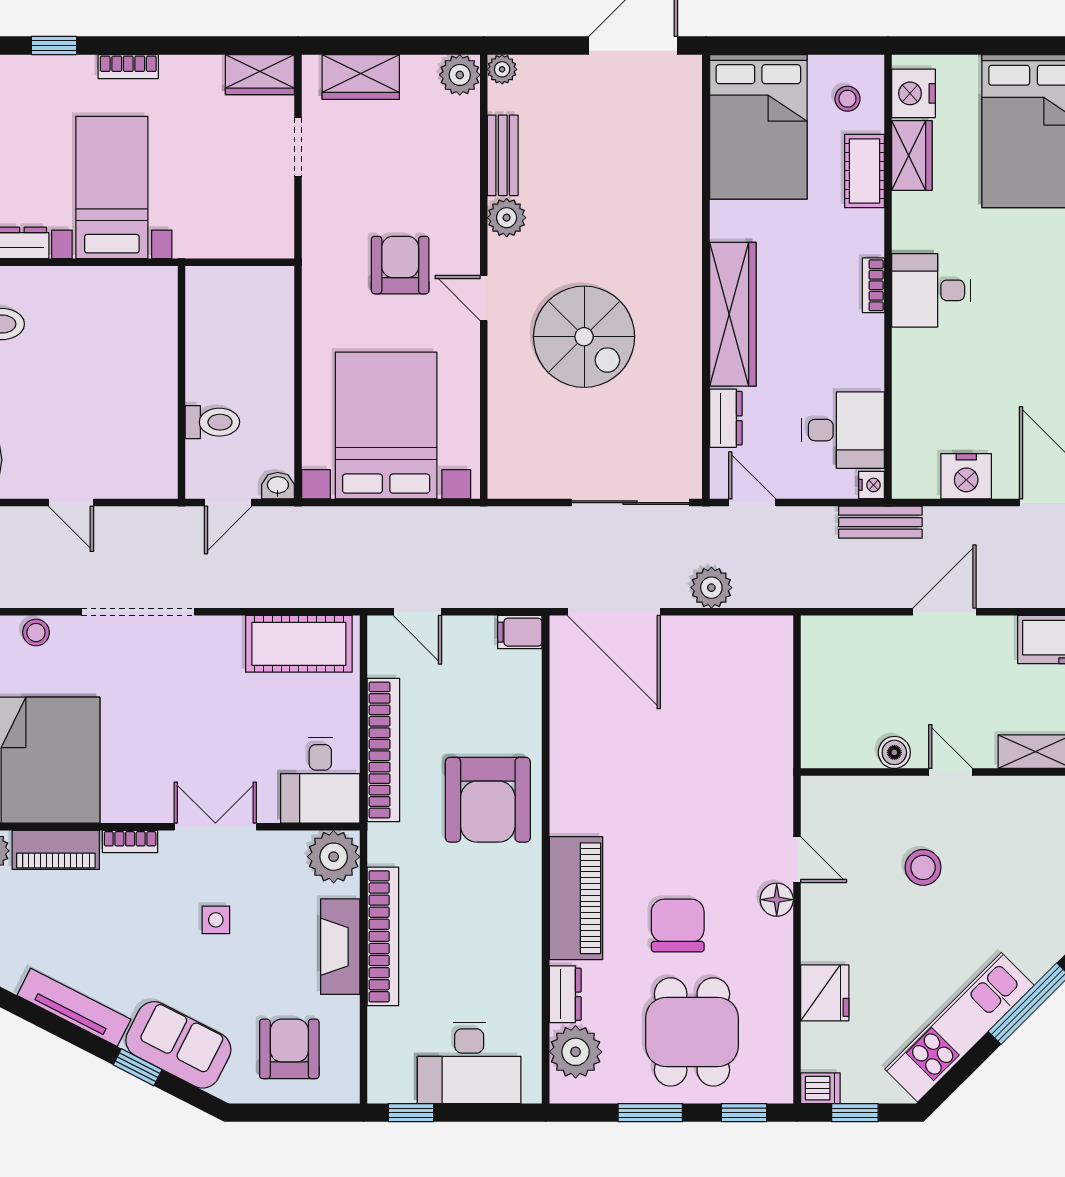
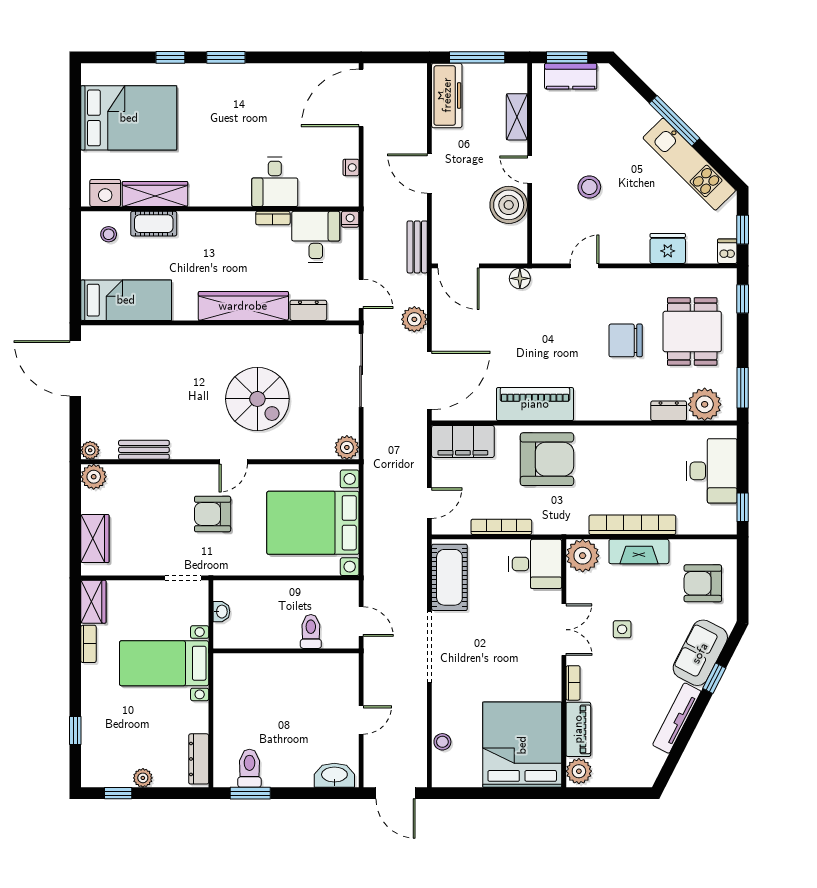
bookcase: (128, 67) -> (88, 644), moved
bed: (758, 127) -> (126, 300), width x0.67
doorway: (298, 147) -> (183, 578), moved
wardrobe: (912, 155) -> (155, 194), width x1.50
bed with nightstands: (112, 187) -> (164, 663), moved
plant: (507, 218) -> (347, 447), moved
bookcase: (873, 285) -> (273, 218), moved
desk: (931, 290) -> (275, 182), moved
spiral stairs: (584, 337) -> (257, 399), turned 90
nightstand: (966, 476) -> (351, 167), width x0.53, depth x0.56
washbasin: (278, 486) -> (221, 612), moved, turned 180
door: (752, 503) -> (361, 294), swing flipped
bench: (880, 522) -> (417, 247), moved
doorway: (138, 612) -> (429, 647), moved
filing cabinet: (520, 632) -> (463, 441), width x3.00, depth x1.17
door: (797, 658) -> (458, 266), added
bookcase: (383, 750) -> (501, 527), width x0.68, depth x0.76
boiler: (894, 752) -> (509, 205), width x1.86, depth x1.86
door: (951, 772) -> (530, 170), hinge flipped
double door: (215, 827) -> (564, 630), swing flipped
piano: (576, 898) -> (535, 404), moved
floor lamp: (777, 900) -> (520, 278), moved
dining table: (692, 1032) -> (692, 332), turned 90
window: (650, 1113) -> (743, 388), moved

